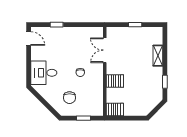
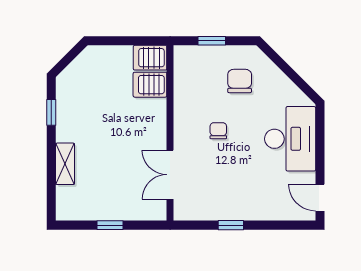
window: (57, 25) -> (231, 225), moved
double door: (105, 50) -> (170, 175), swing flipped
desk: (44, 73) -> (290, 139), width x1.37
server rack: (115, 81) -> (150, 85), moved

